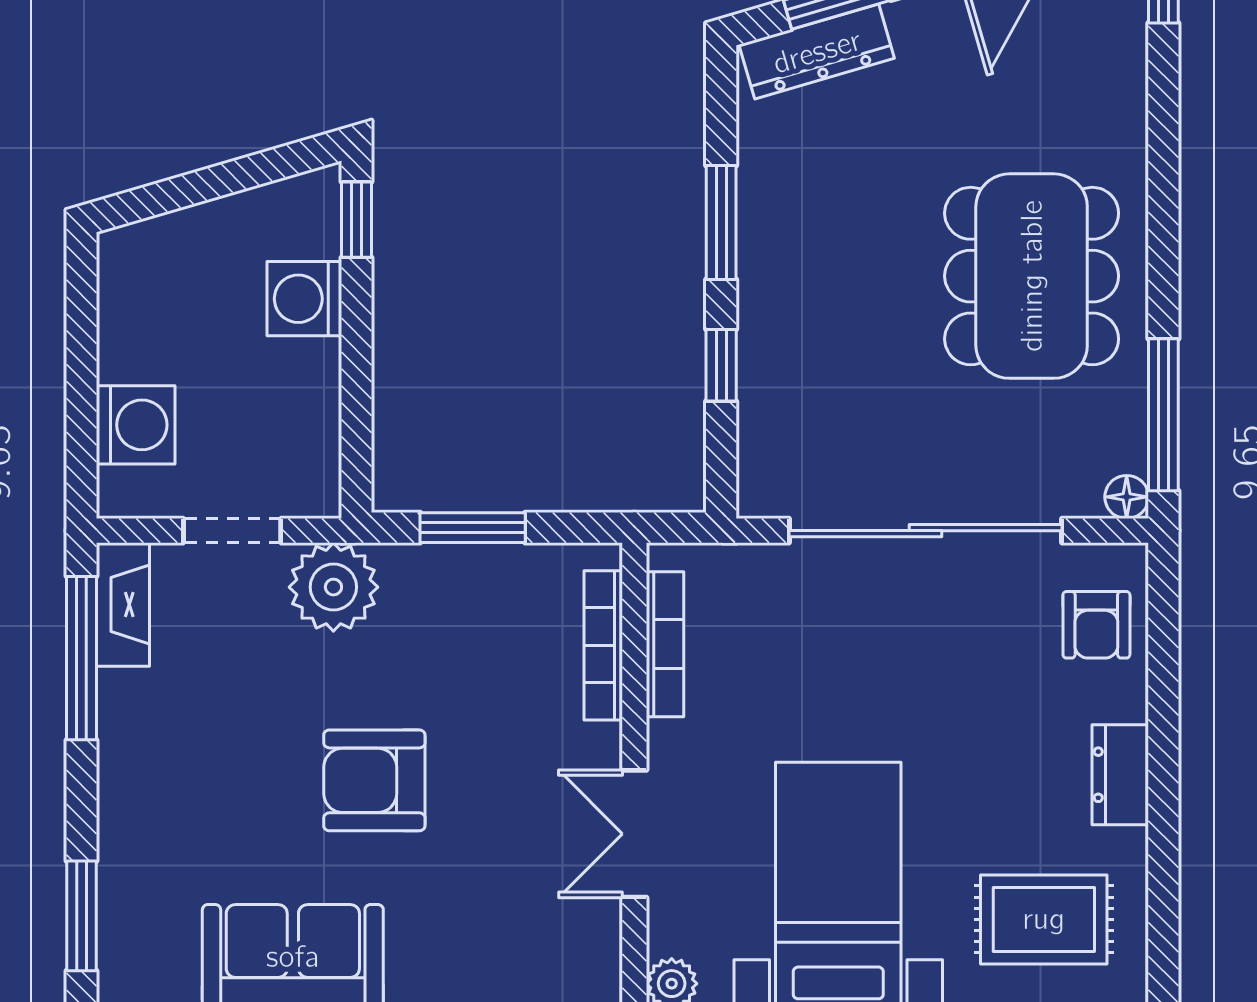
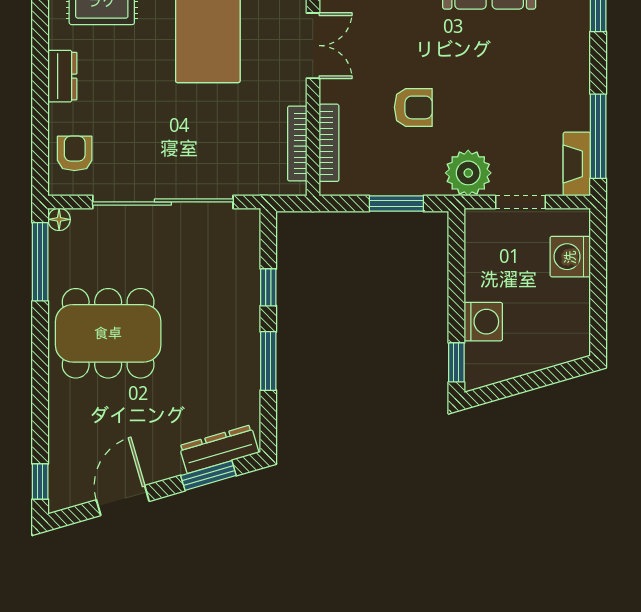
dining table: (1032, 276) -> (108, 333), turned 90
armchair: (374, 780) -> (413, 107), moved, width x0.72, depth x0.72

